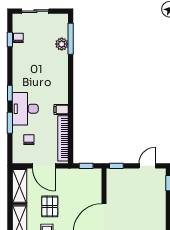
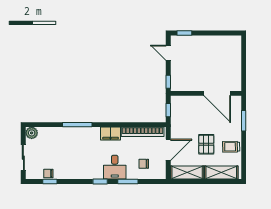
window: (71, 39) -> (77, 125), moved
plant: (62, 44) -> (32, 133), moved
desk: (25, 109) -> (115, 167), width x0.73
filing cabinet: (61, 110) -> (111, 134), width x2.00
pallet: (50, 206) -> (206, 144), turned 90

